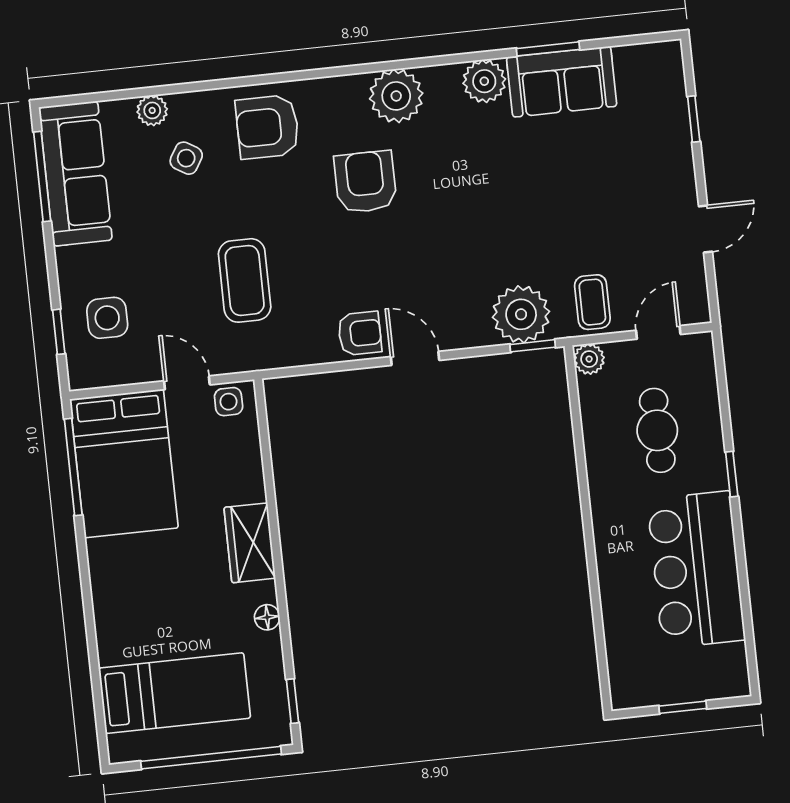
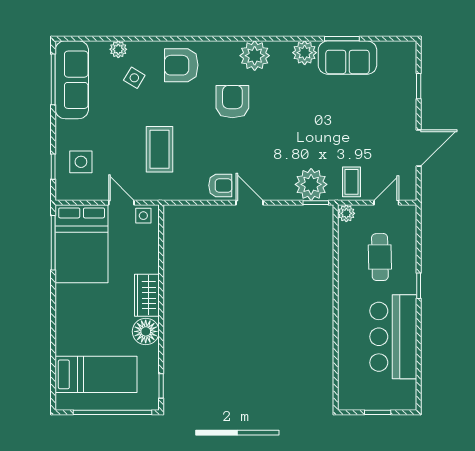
door: (705, 229) -> (419, 148), width x1.38
floor lamp: (267, 617) -> (146, 331), width x1.89, depth x1.89

